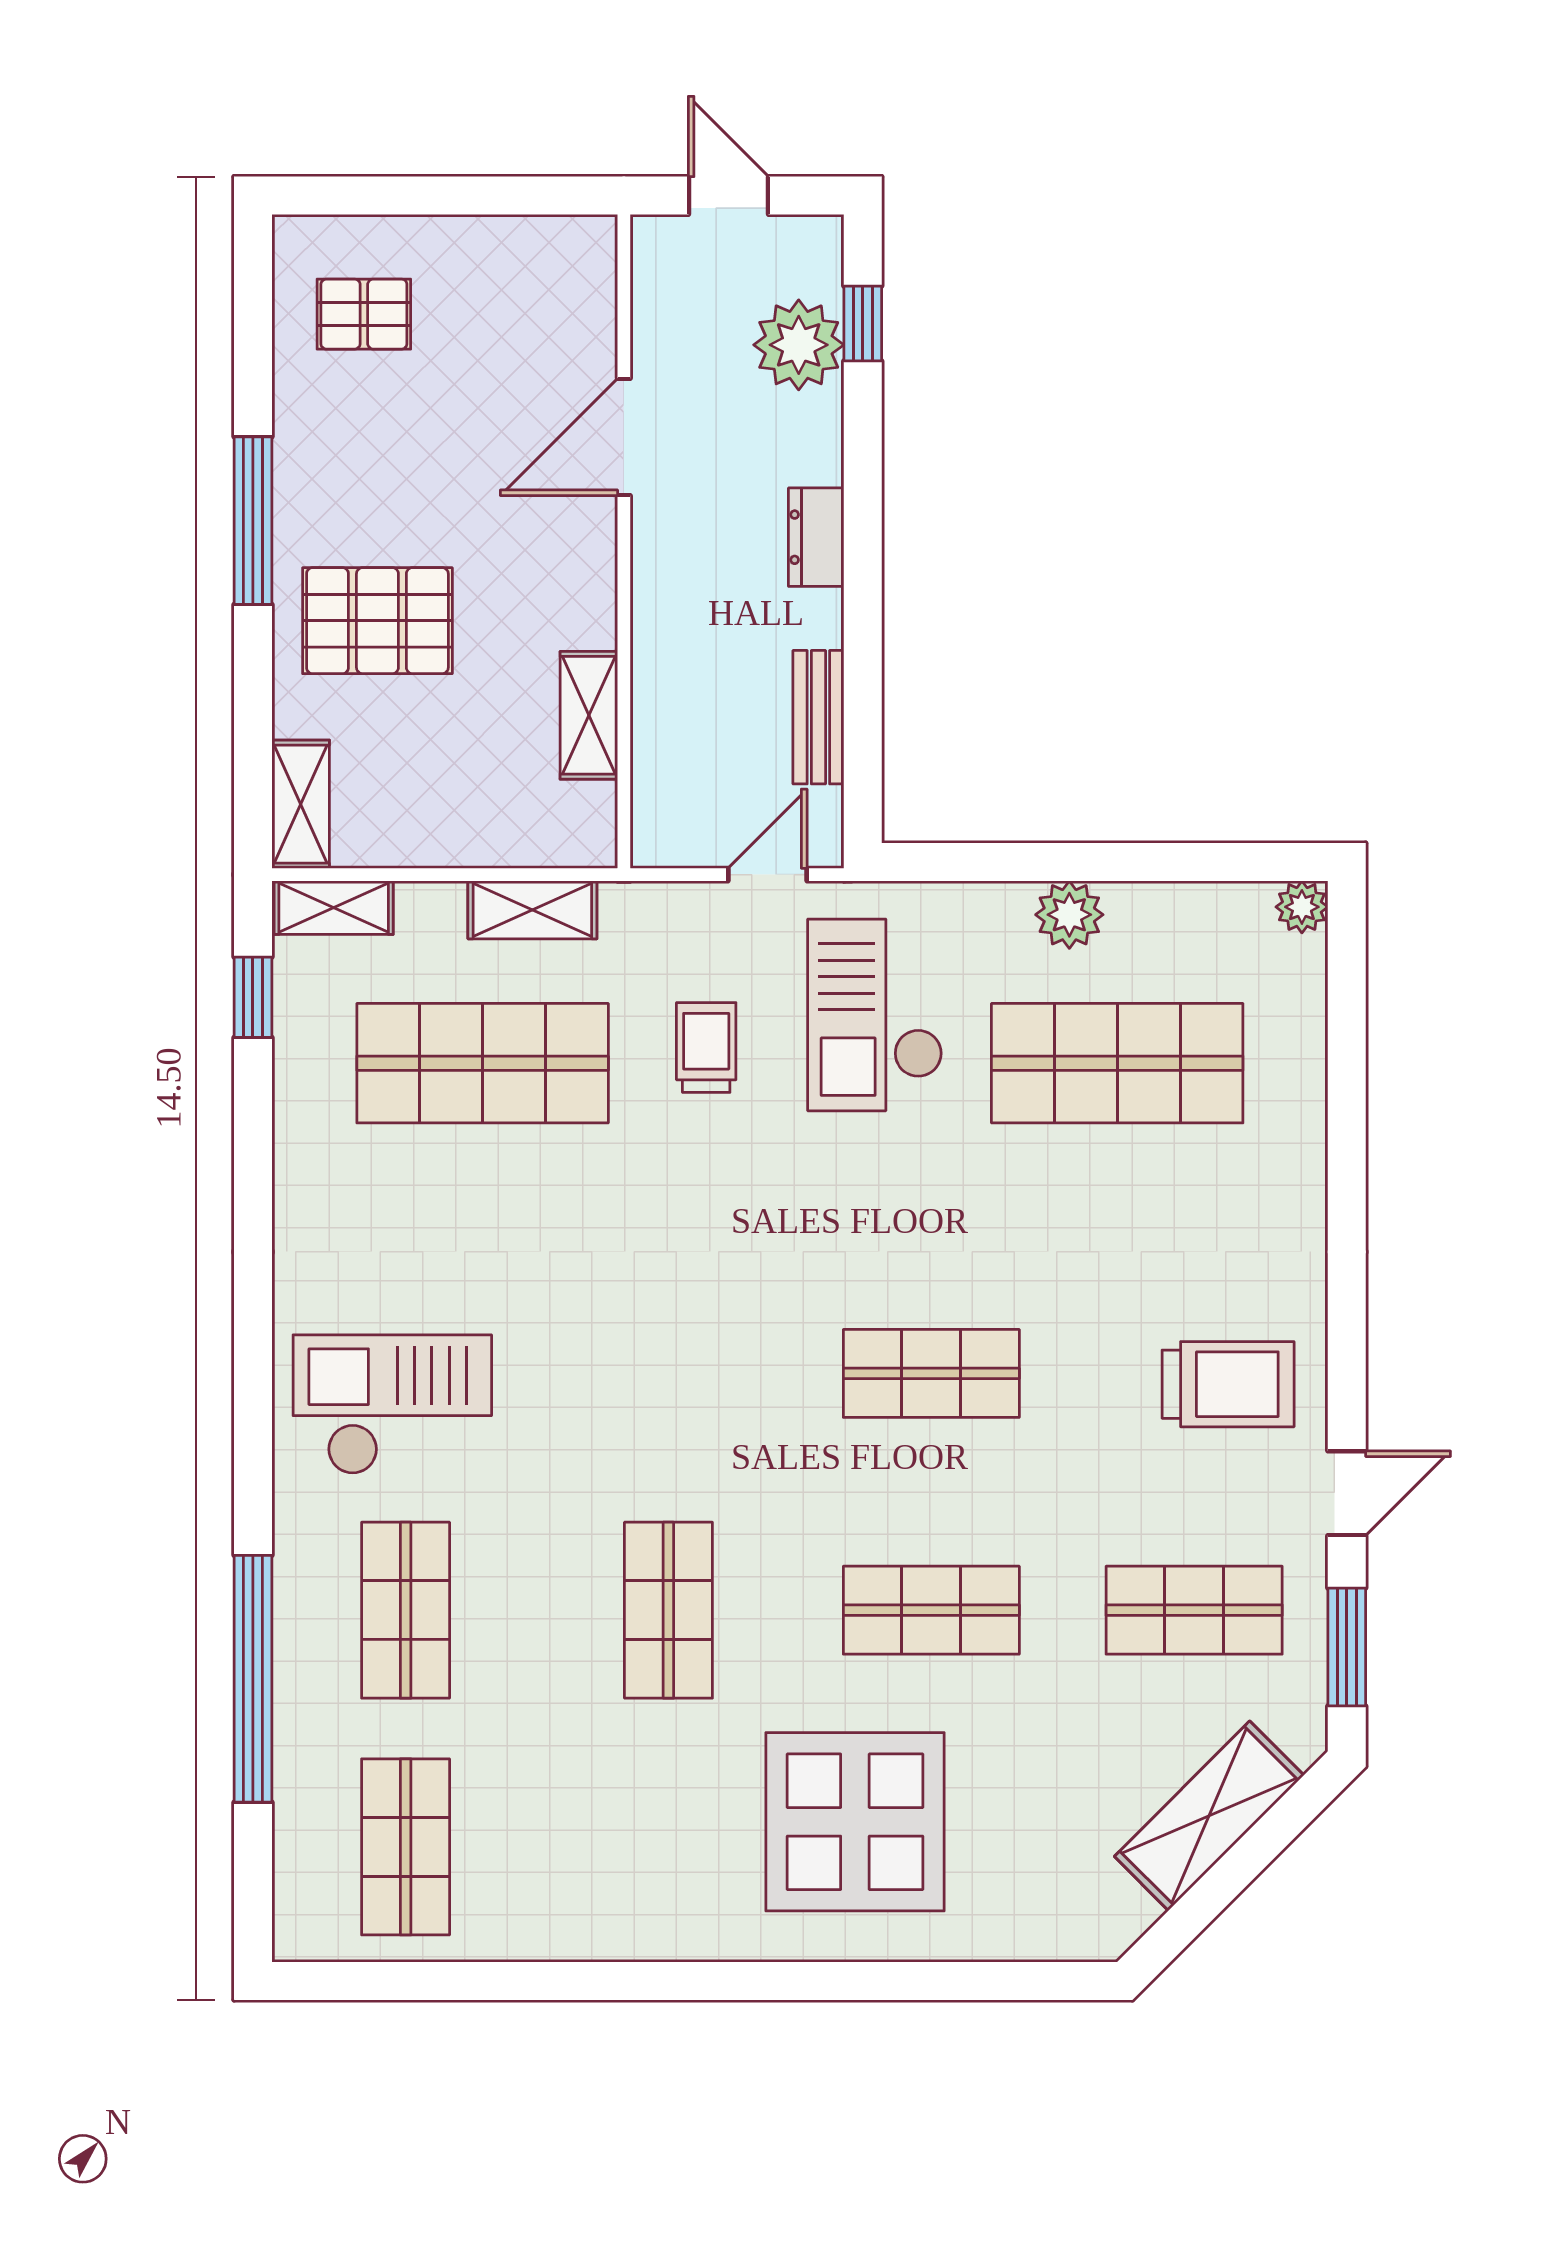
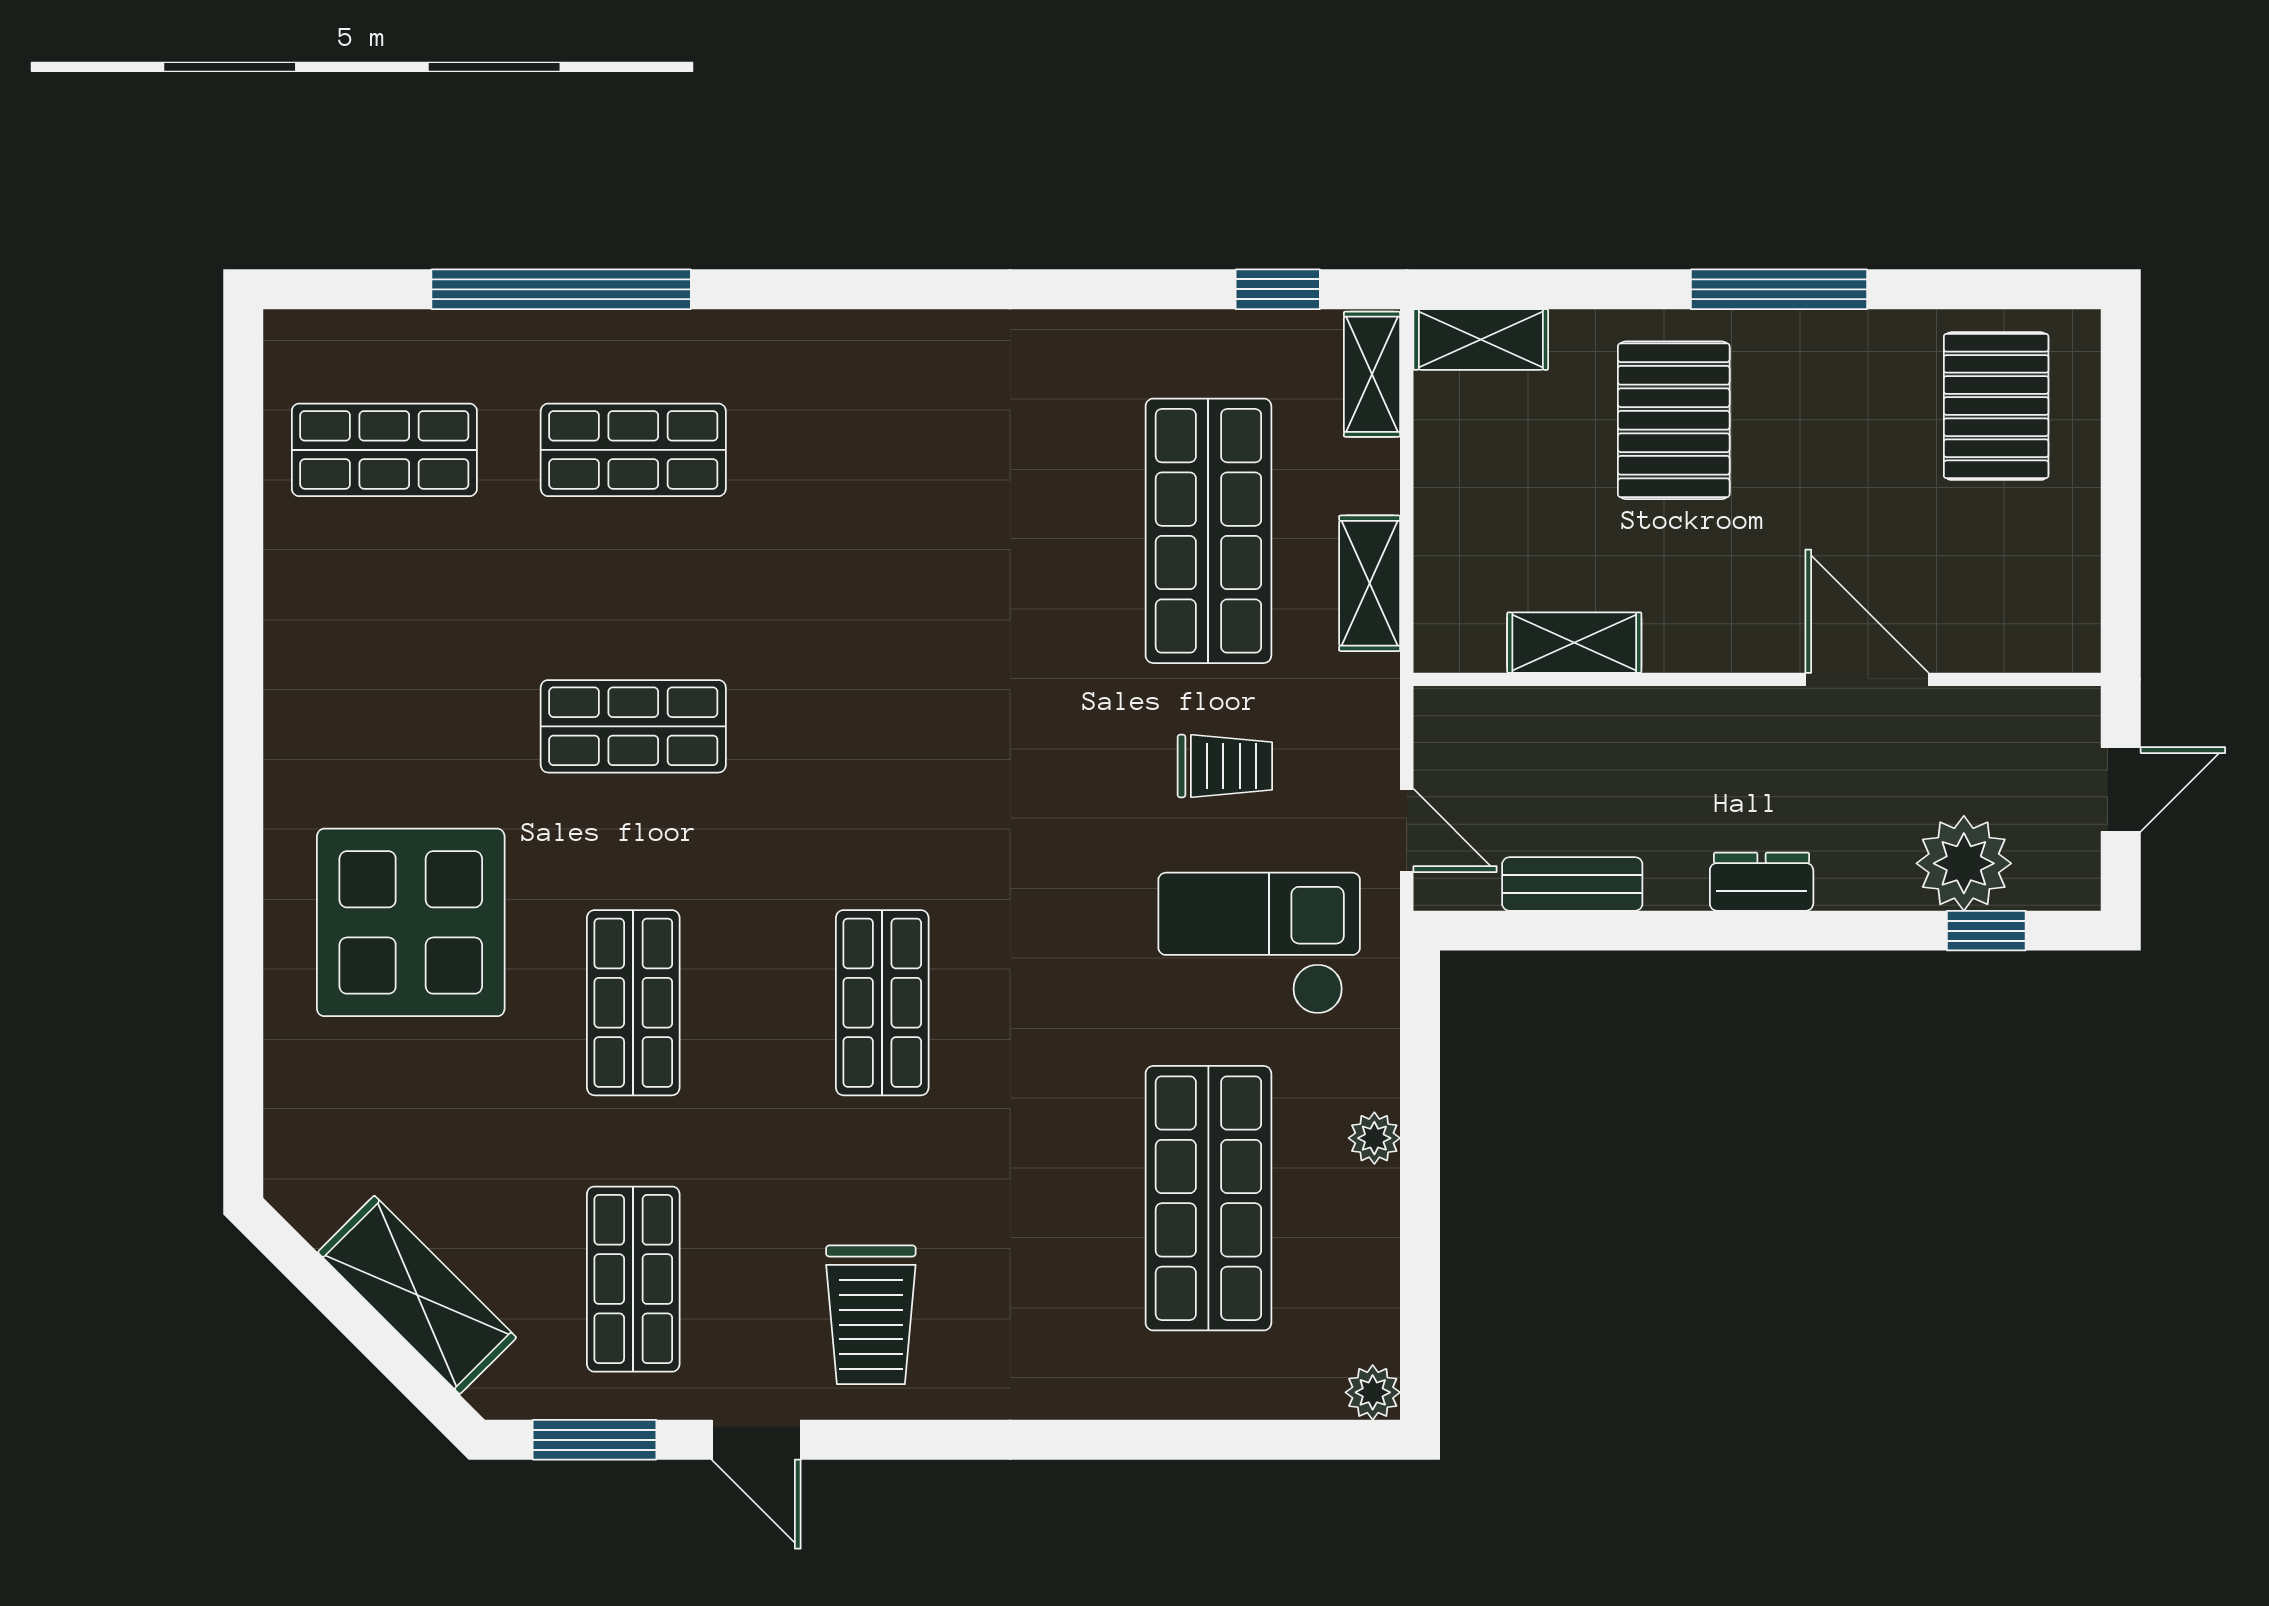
pallet: (364, 314) -> (1996, 406), width x1.50, depth x1.42
plant: (1069, 915) -> (1374, 1138), width x0.73, depth x0.73
checkout: (392, 1405) -> (849, 436), removed

